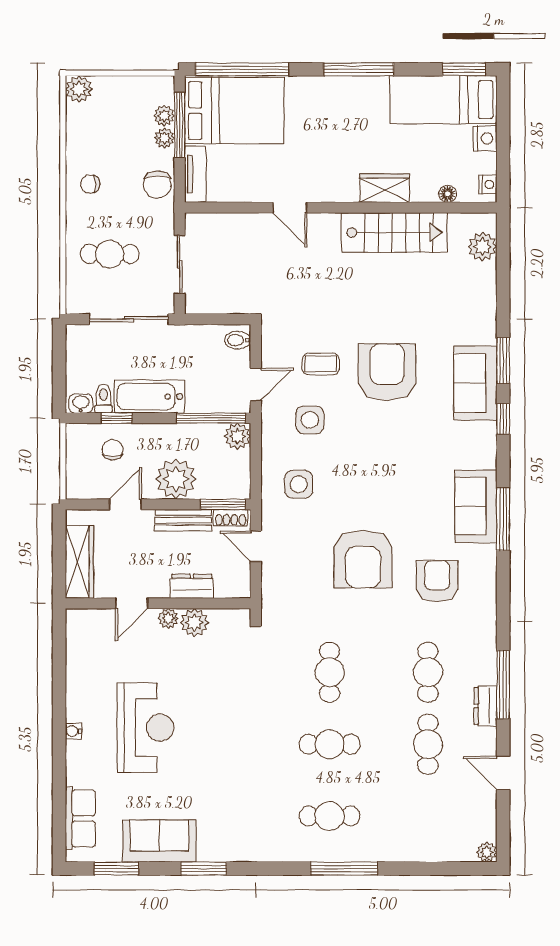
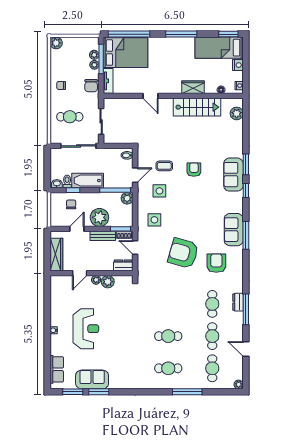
armchair: (387, 372) -> (194, 170), width x0.53, depth x0.53
armchair: (363, 559) -> (183, 253), turned 106
dresser: (192, 586) -> (123, 265), moved
cafe table: (330, 672) -> (212, 368), moved
dresser: (485, 706) -> (238, 302), moved
window: (204, 868) -> (99, 392), moved
window: (344, 868) -> (187, 392), moved

